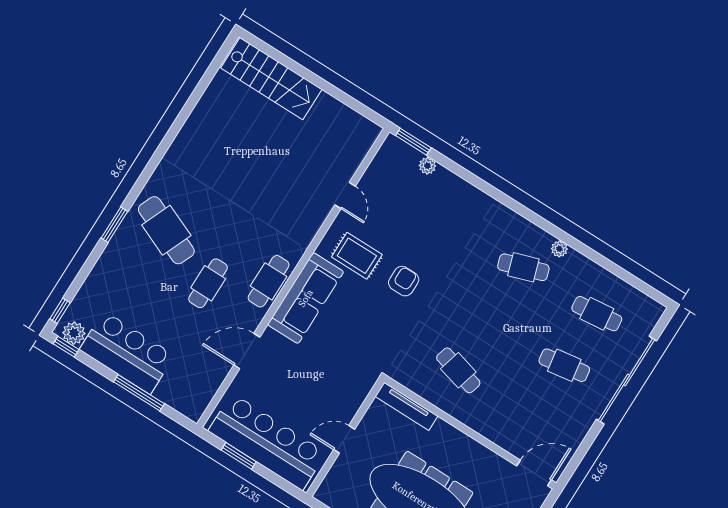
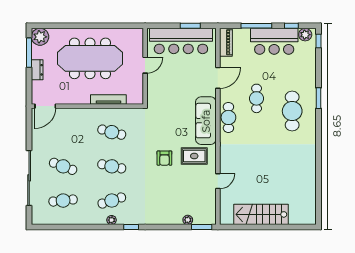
stairs: (271, 79) -> (261, 214), moved
door: (345, 196) -> (218, 181), swing flipped
window: (520, 209) -> (131, 227), added
cafe table: (166, 230) -> (292, 111), turned 67
plant: (559, 249) -> (112, 220), moved
cafe table: (491, 319) -> (112, 166), added
window: (66, 347) -> (291, 26), moved
cafe table: (564, 365) -> (63, 166), turned 30
piano: (201, 397) -> (226, 42), added
tv unit: (406, 406) -> (108, 100), moved

